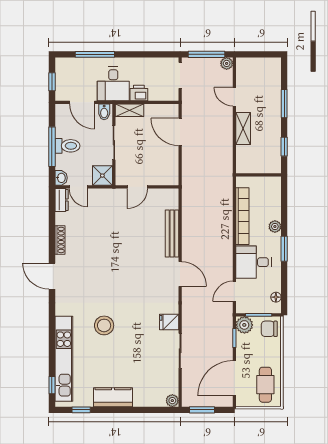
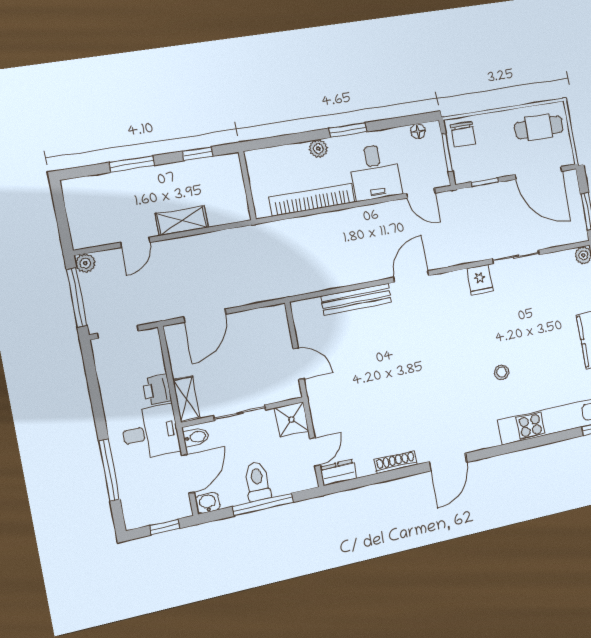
washbasin: (61, 178) -> (208, 503), moved
stool: (104, 325) -> (502, 372), width x0.53, depth x0.53
plant: (244, 325) -> (464, 171), removed

